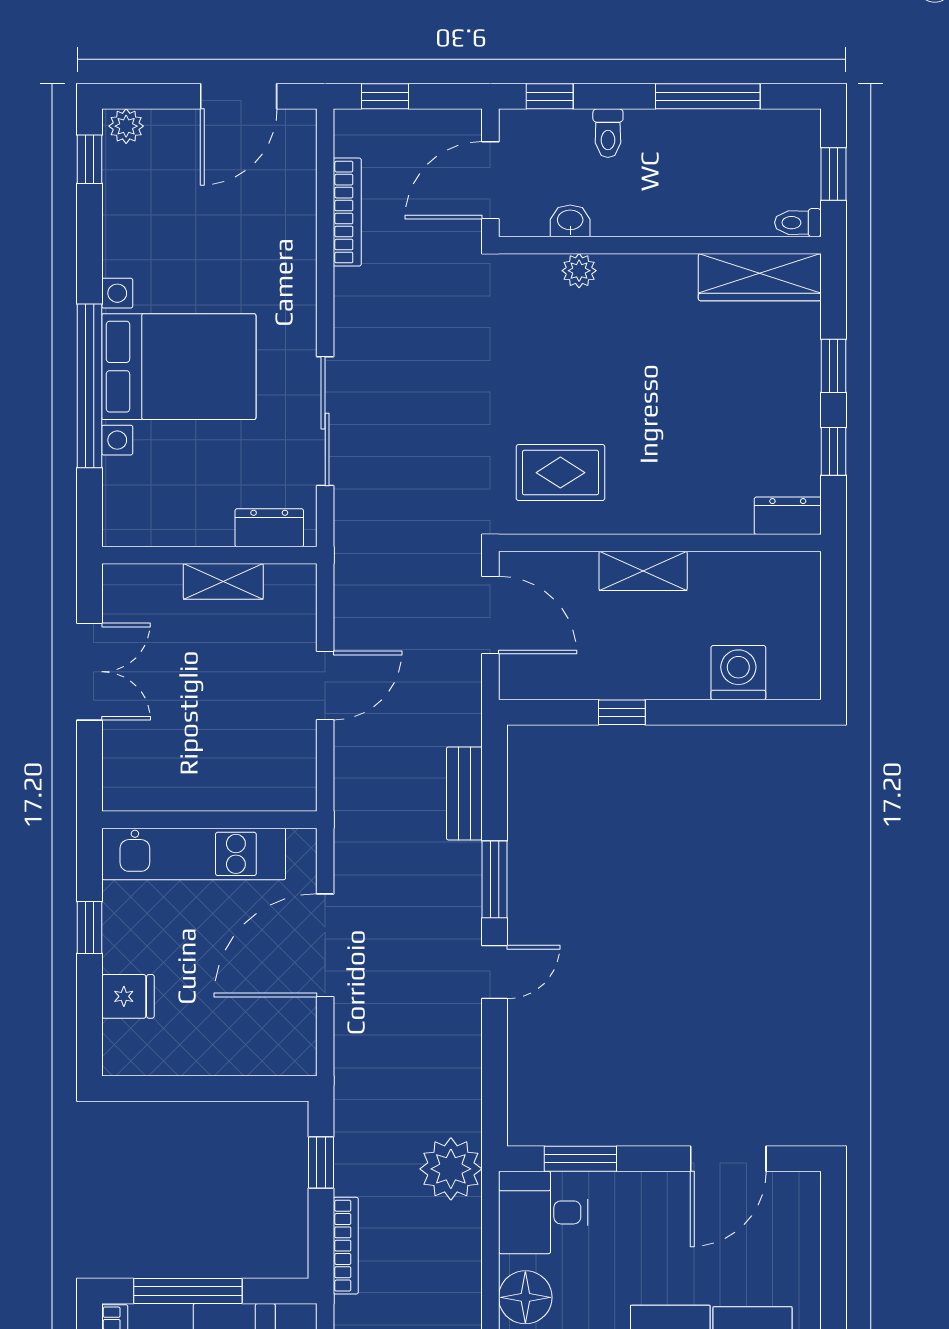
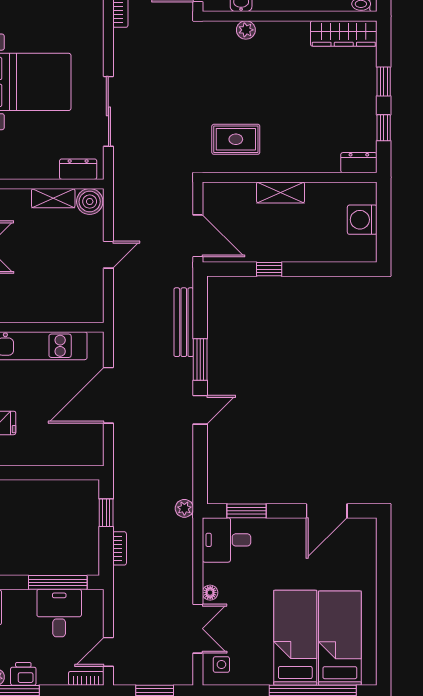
boiler: (291, 588) -> (90, 202), added
door: (490, 615) -> (198, 236), moved
washing machine: (738, 673) -> (362, 220), moved, turned -90
door: (325, 685) -> (108, 255), width x0.73
bench: (464, 793) -> (184, 322), width x1.36
plant: (451, 1169) -> (184, 508), width x0.53, depth x0.53
bookcase: (346, 1246) -> (120, 548), width x0.64
window: (188, 1291) -> (58, 582), moved
floor lamp: (525, 1297) -> (210, 593), width x0.53, depth x0.53

